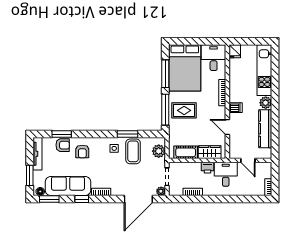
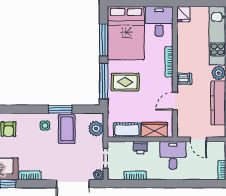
door: (227, 127) -> (175, 101), hinge flipped
printer: (207, 168) -> (140, 148), moved

